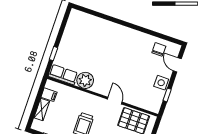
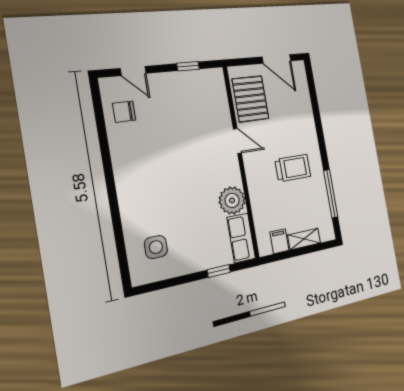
door: (177, 65) -> (133, 71), hinge flipped
side table: (161, 83) -> (156, 247), moved
door: (115, 101) -> (237, 141), swing flipped

